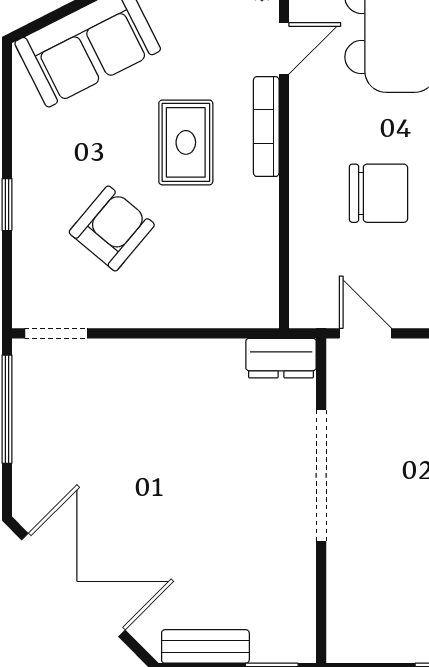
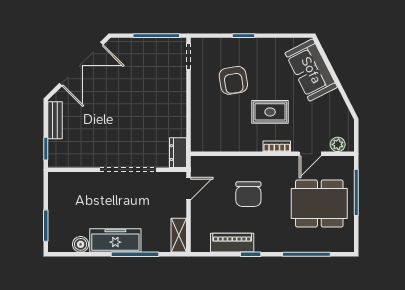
door: (284, 48) -> (310, 154), hinge flipped
bookcase: (266, 127) -> (277, 146), width x0.64
armchair: (112, 228) -> (233, 80), turned 41

